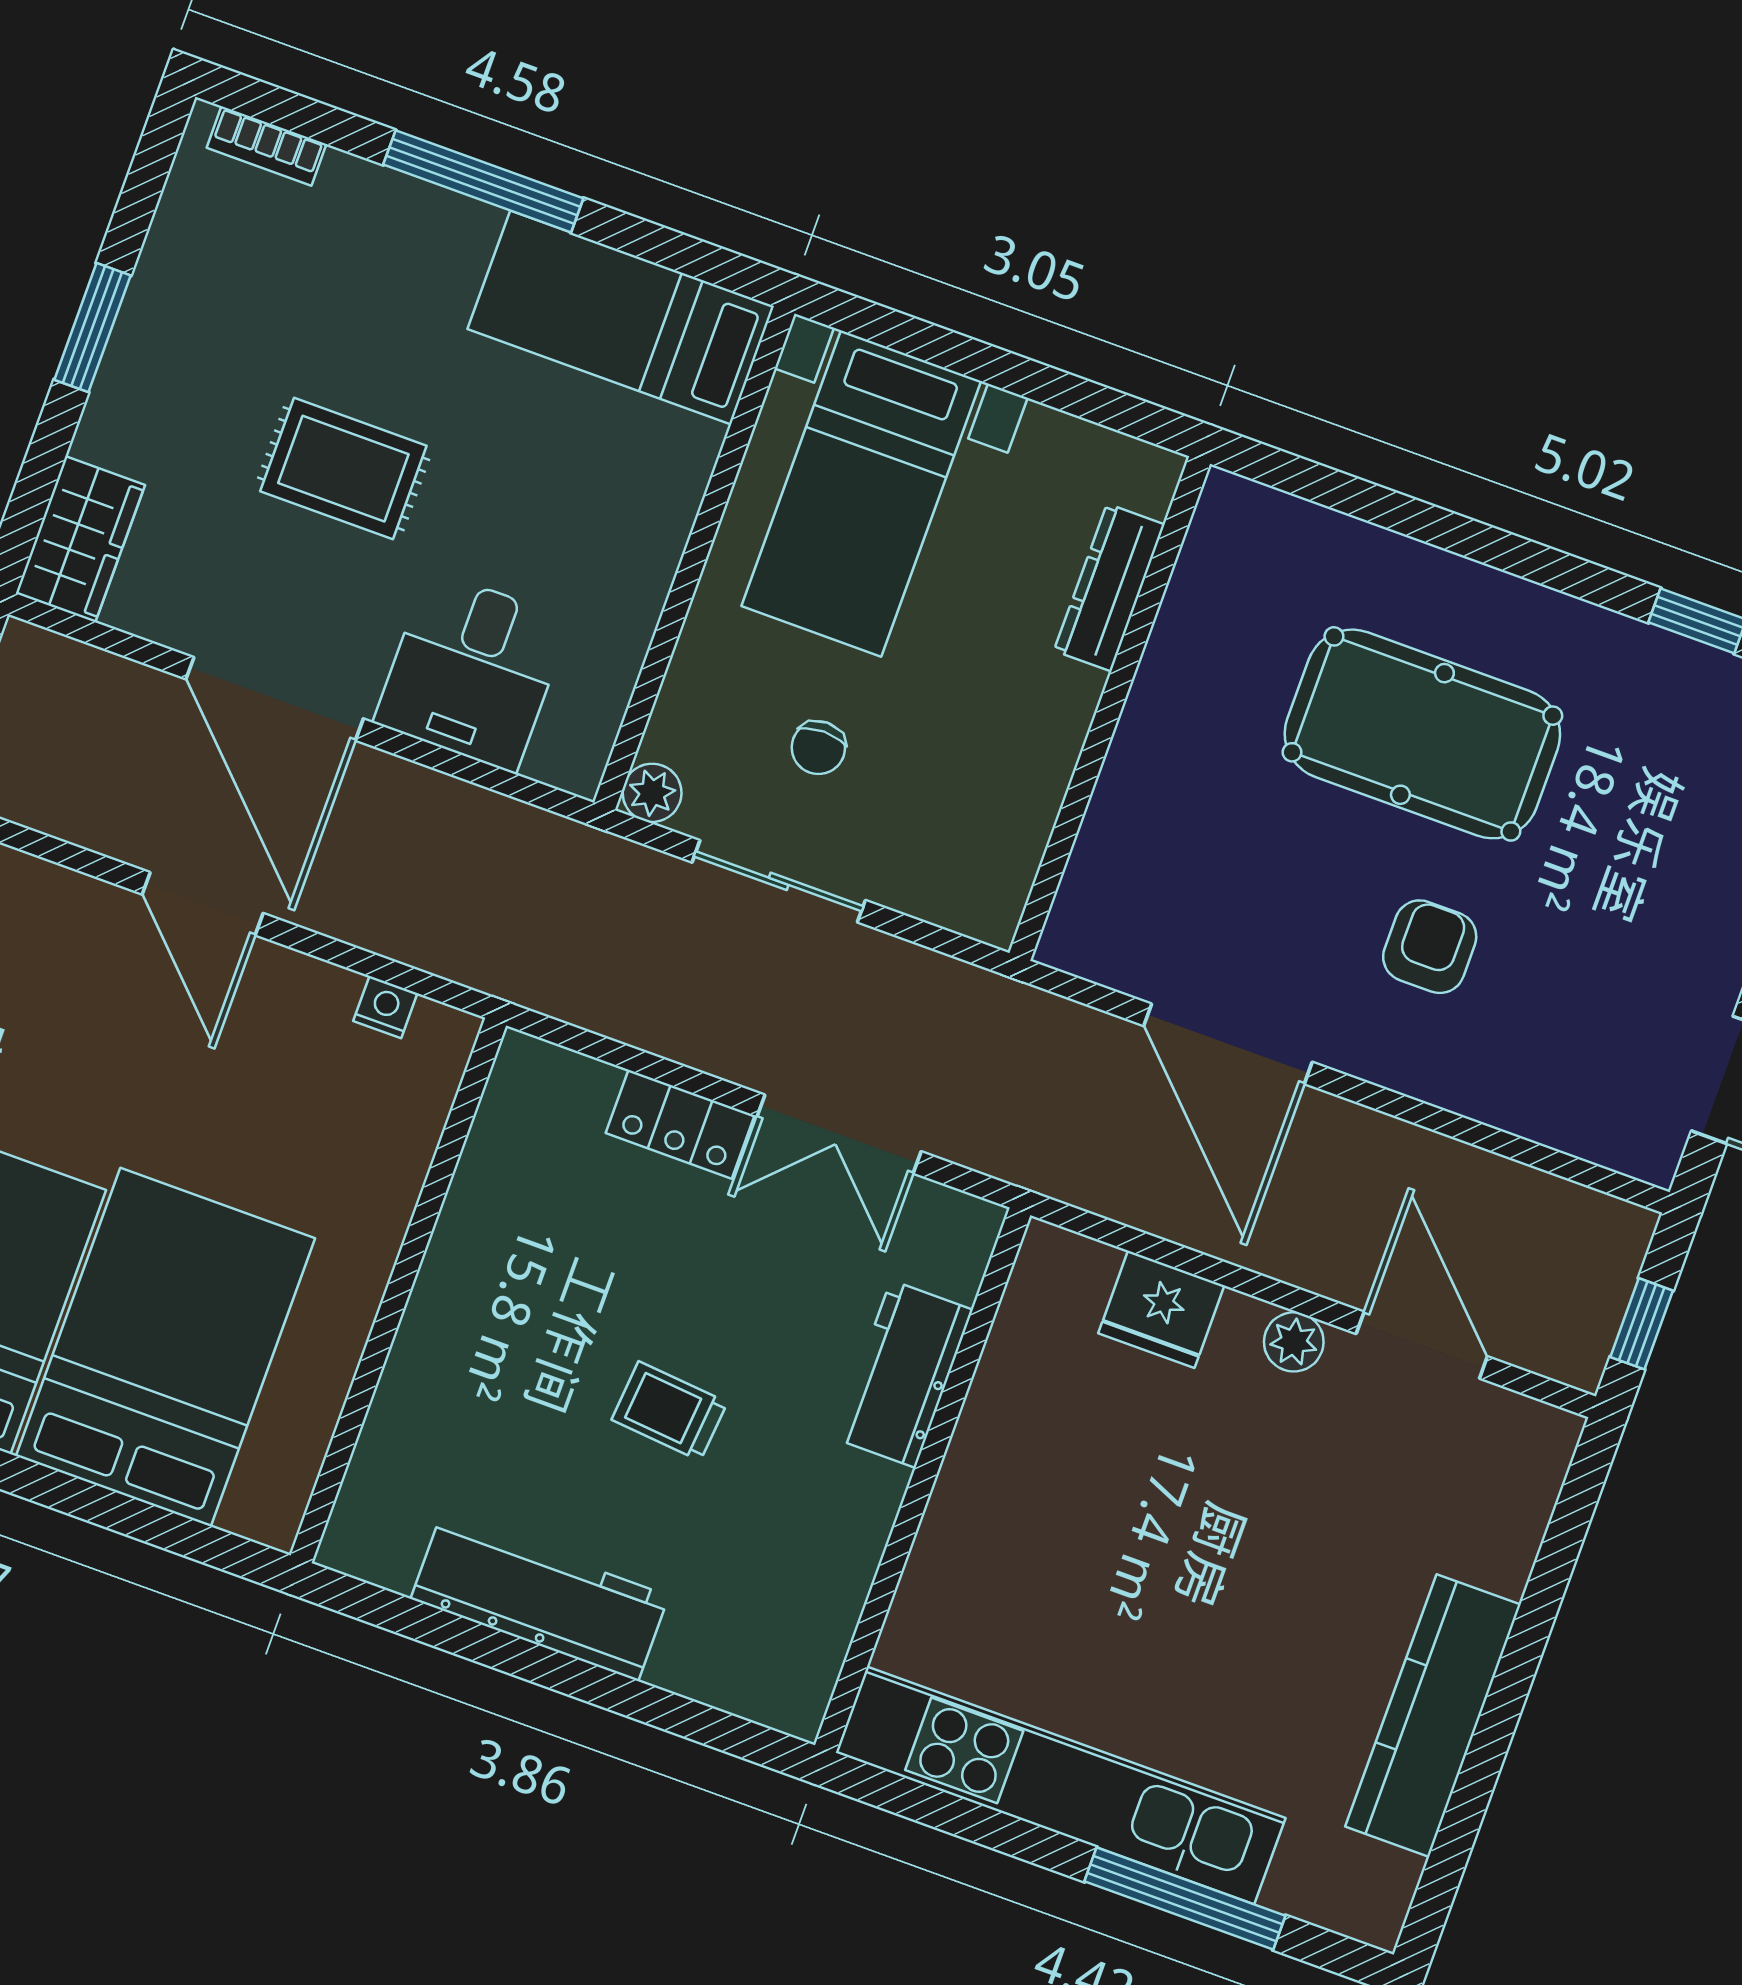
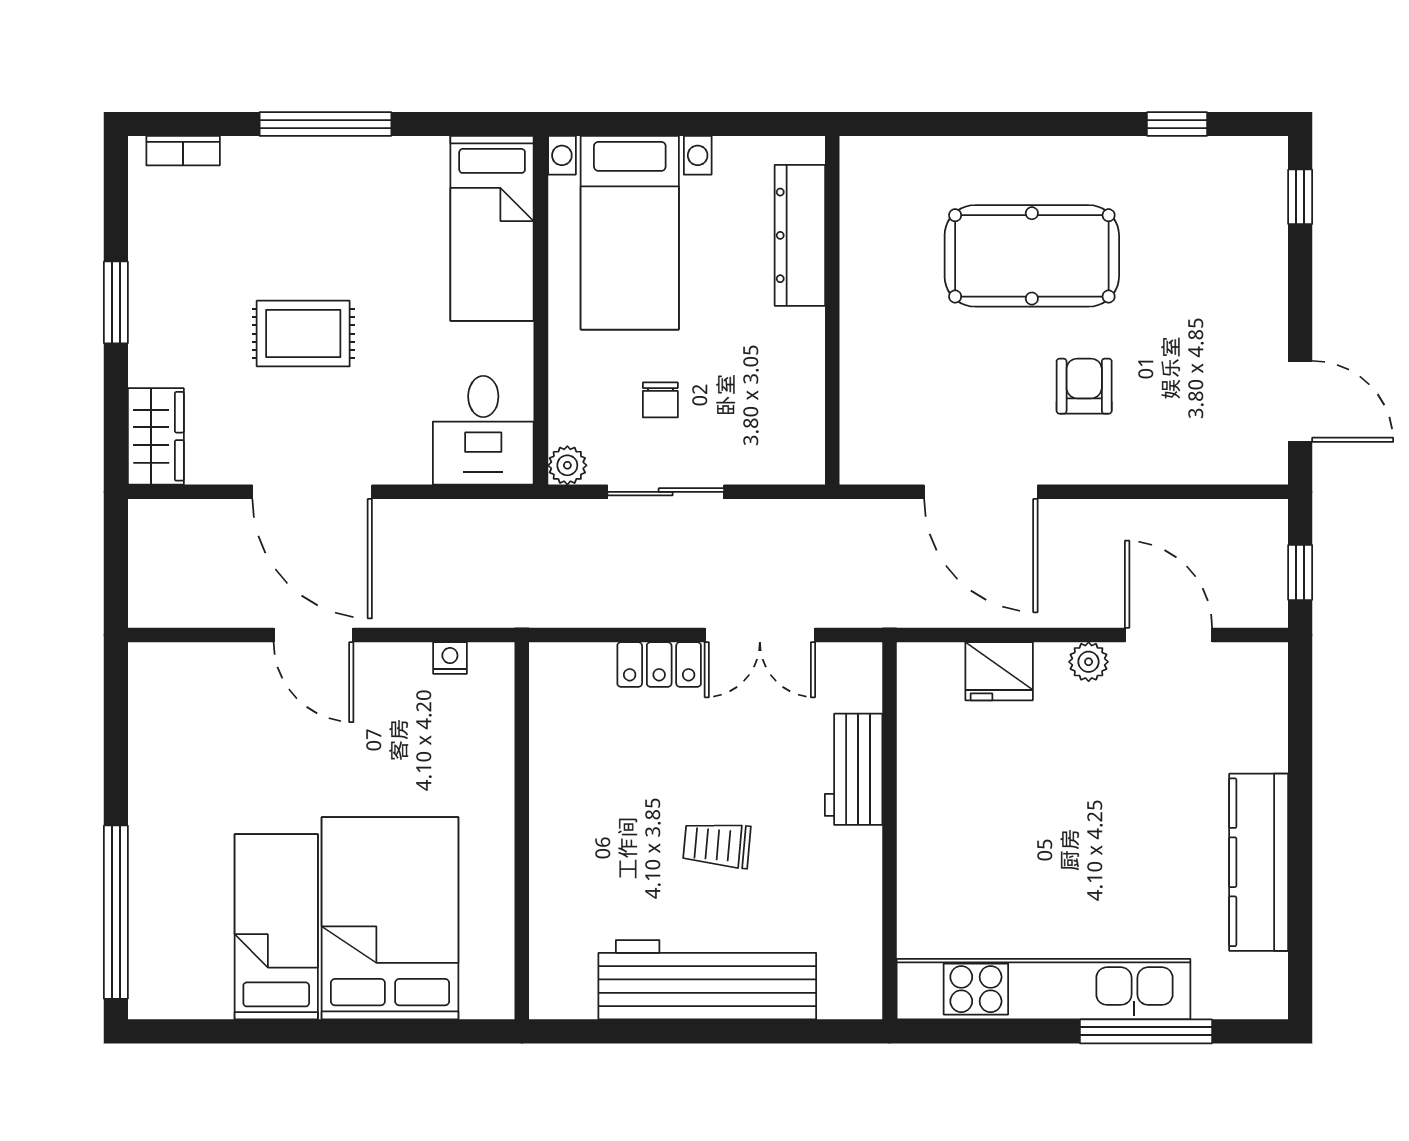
bed: (621, 318) -> (492, 228), moved, turned -90
dresser: (1109, 588) -> (800, 235), width x1.37, depth x1.24
desk: (472, 671) -> (483, 430), moved
workbench: (540, 1597) -> (707, 980), width x1.36, depth x1.32

